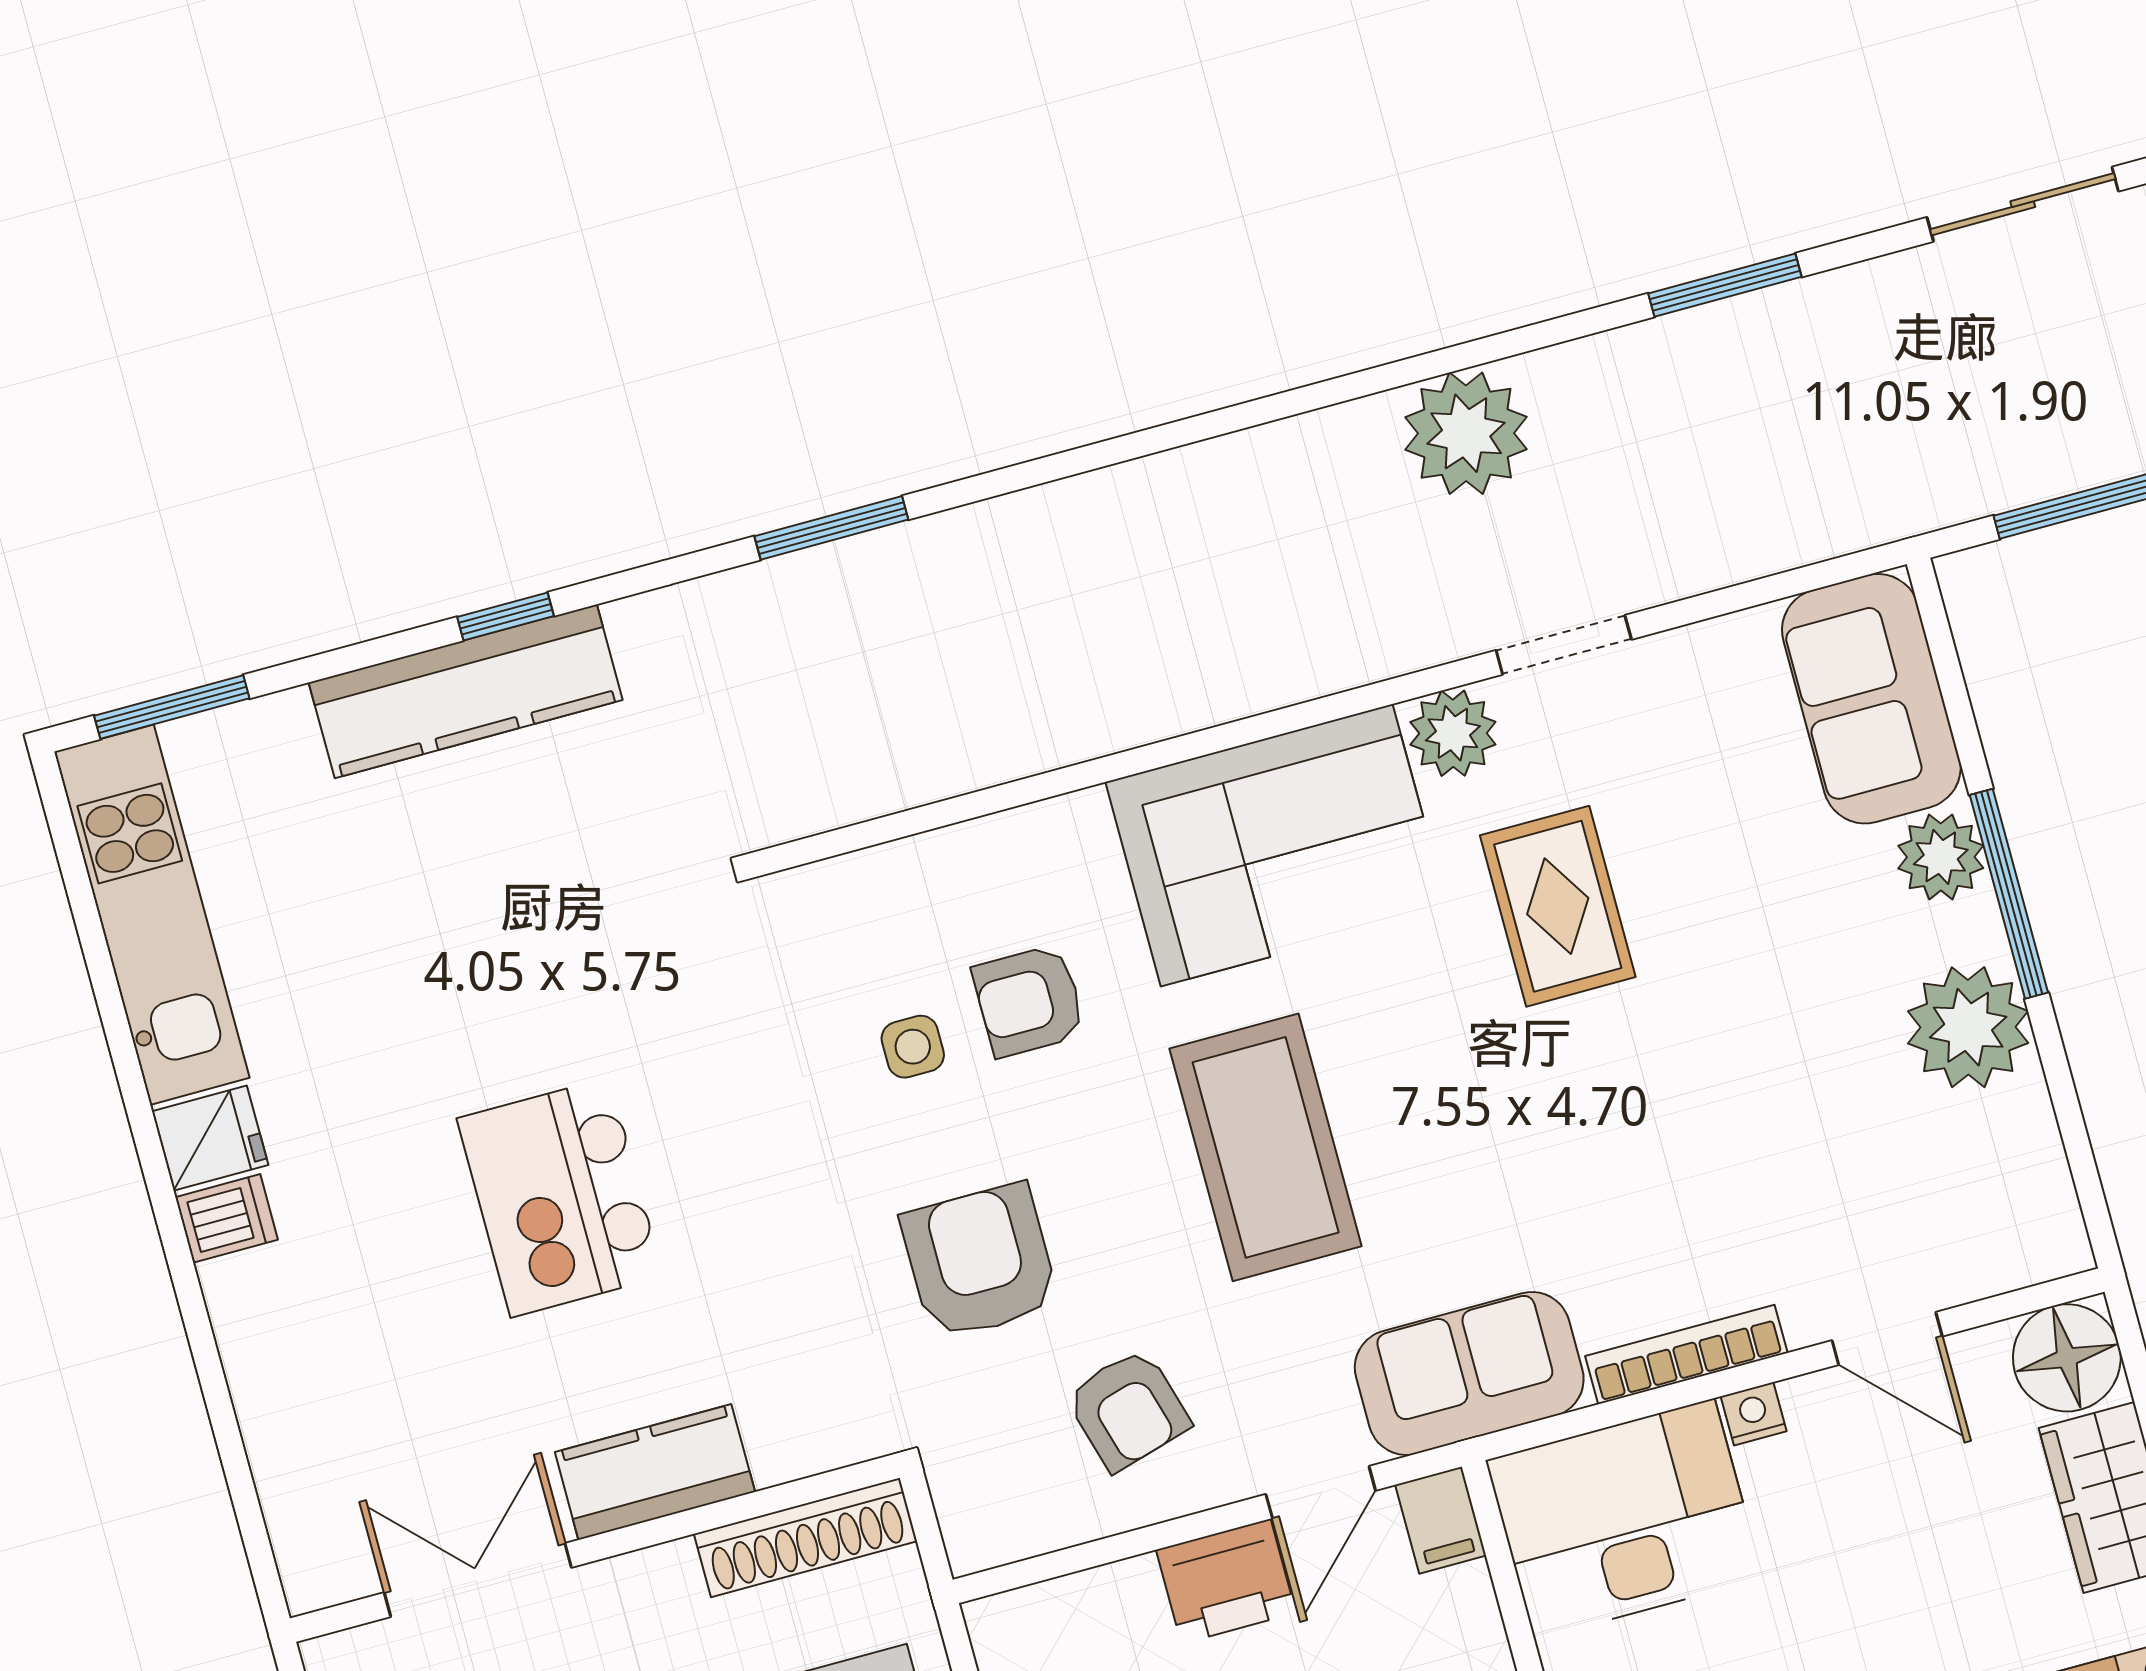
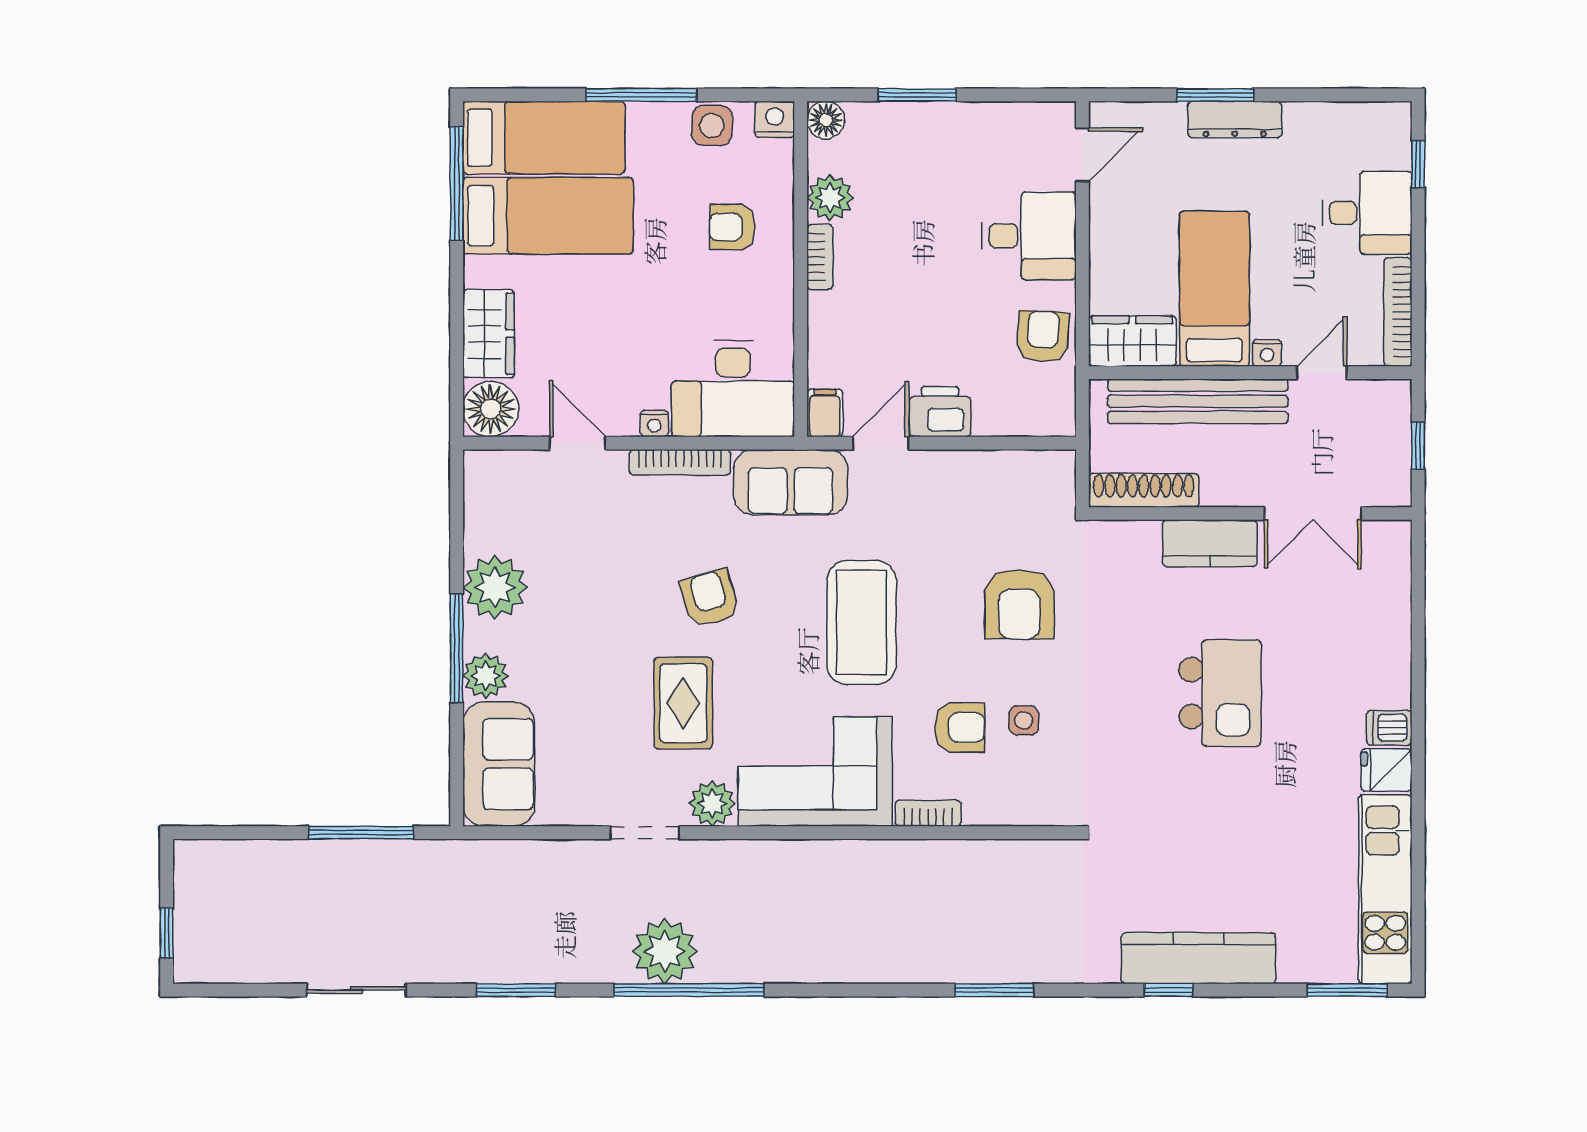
window: (1401, 373) -> (689, 990), added
bookcase: (1044, 825) -> (928, 813), added
armchair: (1128, 1410) -> (710, 598), moved

